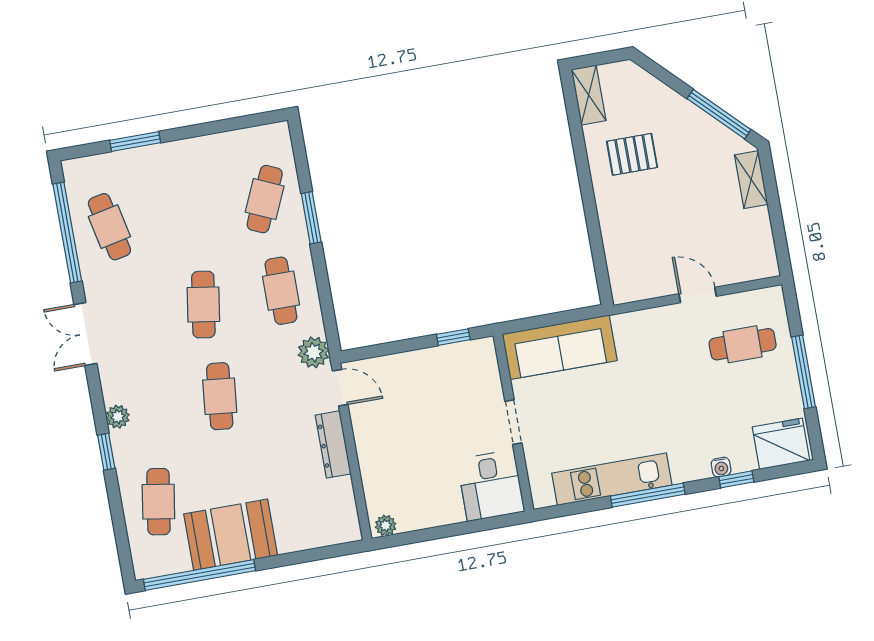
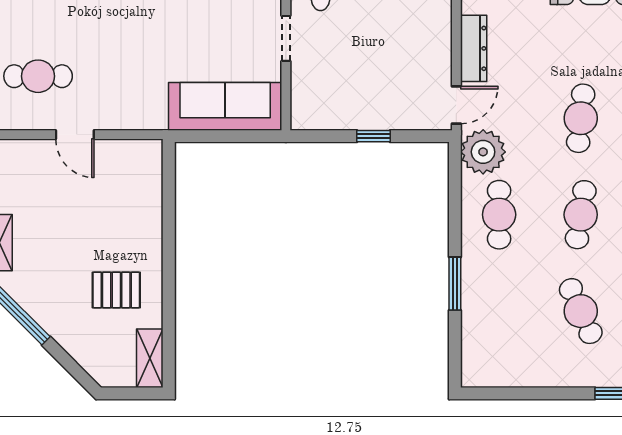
cafe table: (265, 199) -> (581, 311), moved, turned -48
window: (453, 337) -> (374, 136), moved
plant: (314, 352) -> (483, 152), width x1.36, depth x1.36
door: (340, 388) -> (456, 105), swing flipped

